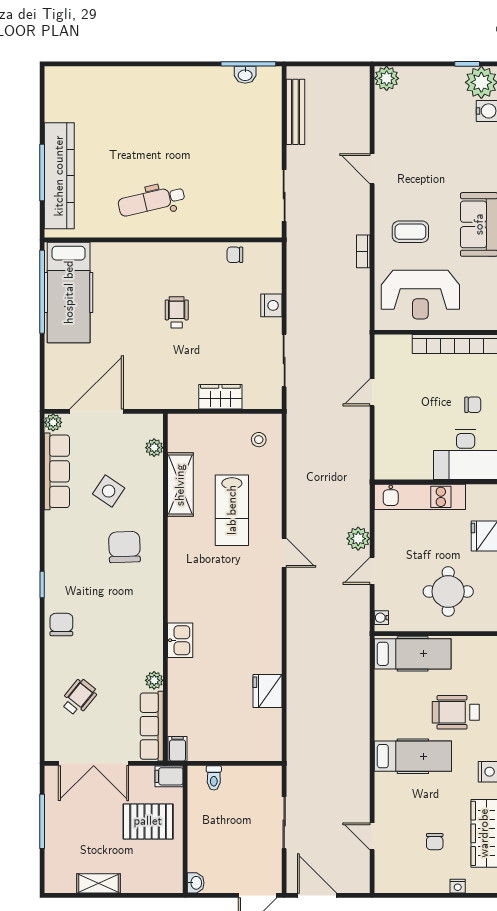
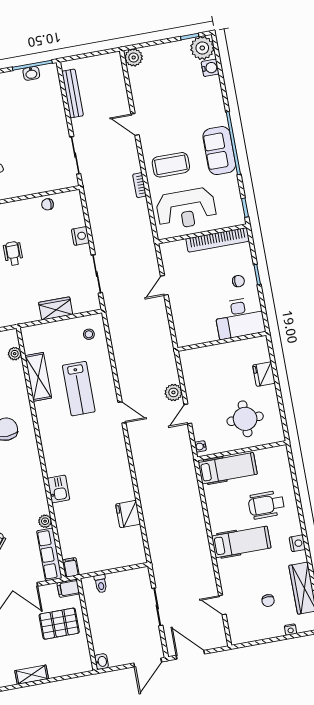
coffee table: (410, 232) -> (171, 165), width x1.36, depth x1.30
kitchen unit: (420, 497) -> (212, 354), removed

